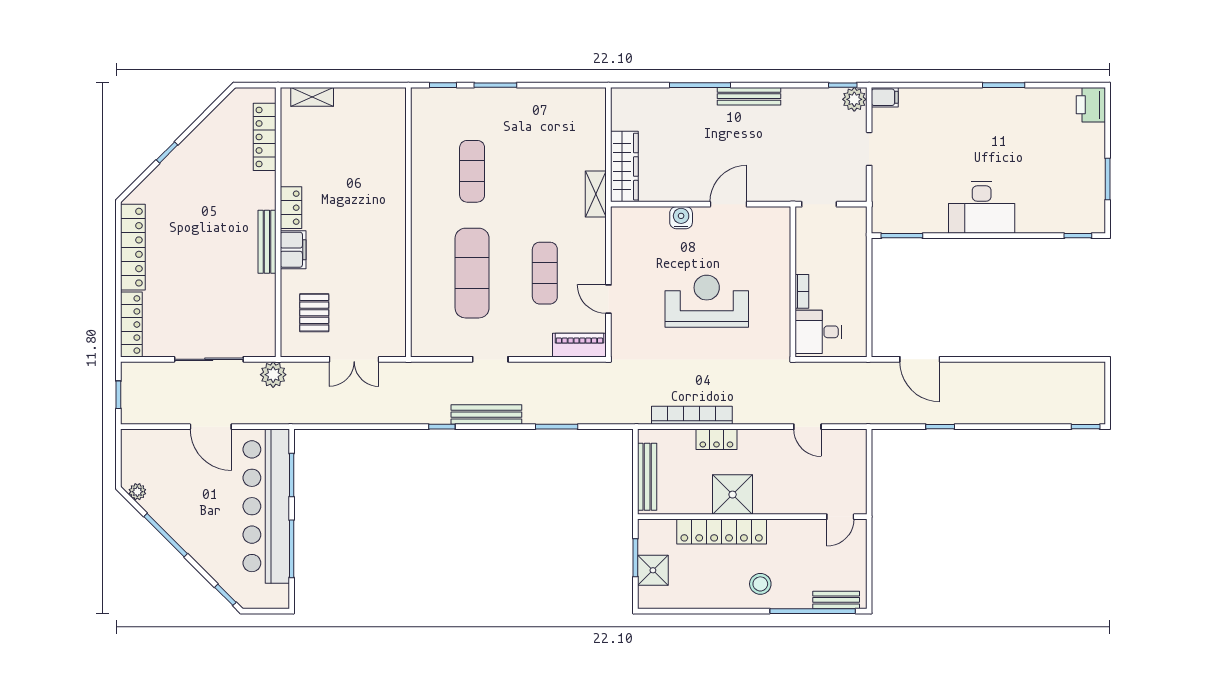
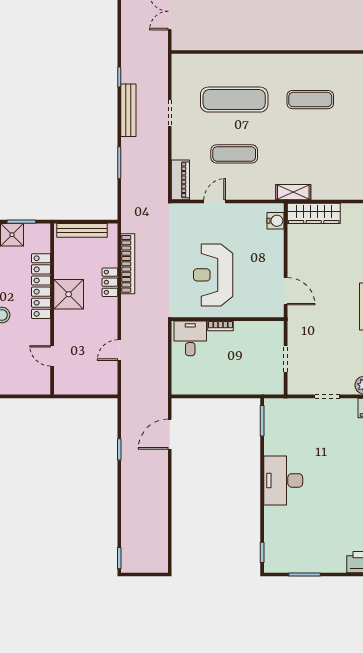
water cooler: (681, 218) -> (276, 221), moved
wall: (793, 282) -> (228, 319), moved
bookcase: (802, 291) -> (220, 326), moved
reception desk: (707, 301) -> (213, 275), turned 180
desk: (818, 332) -> (190, 338), moved
door: (840, 517) -> (52, 356), moved

